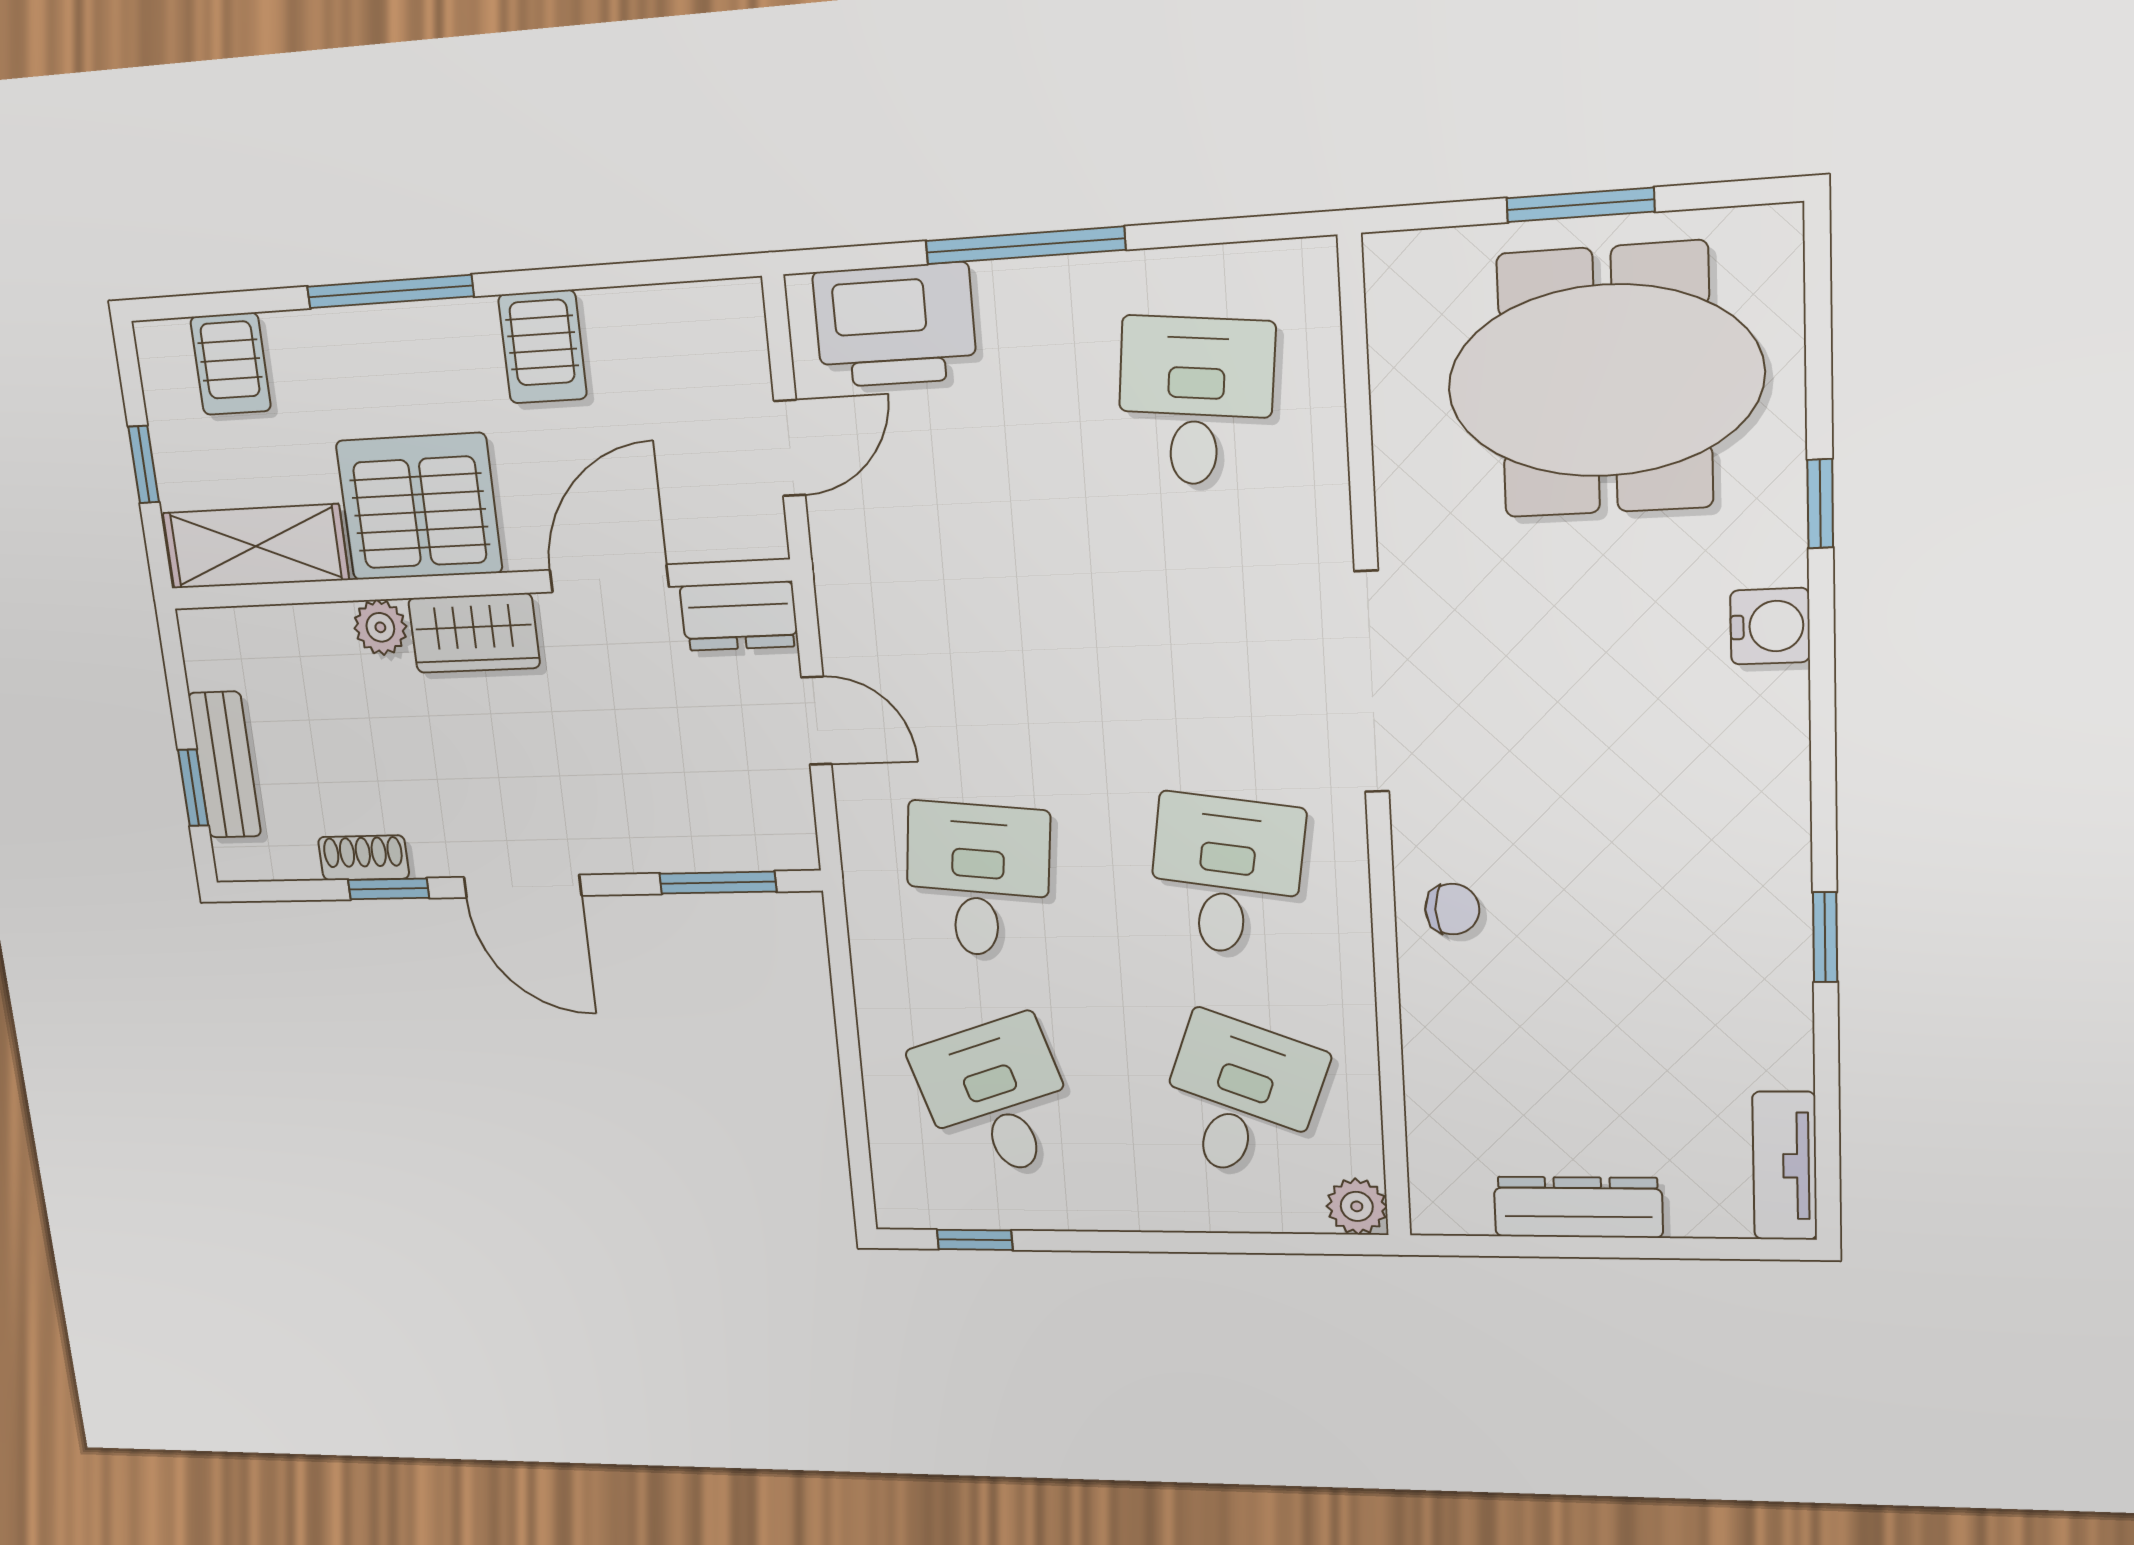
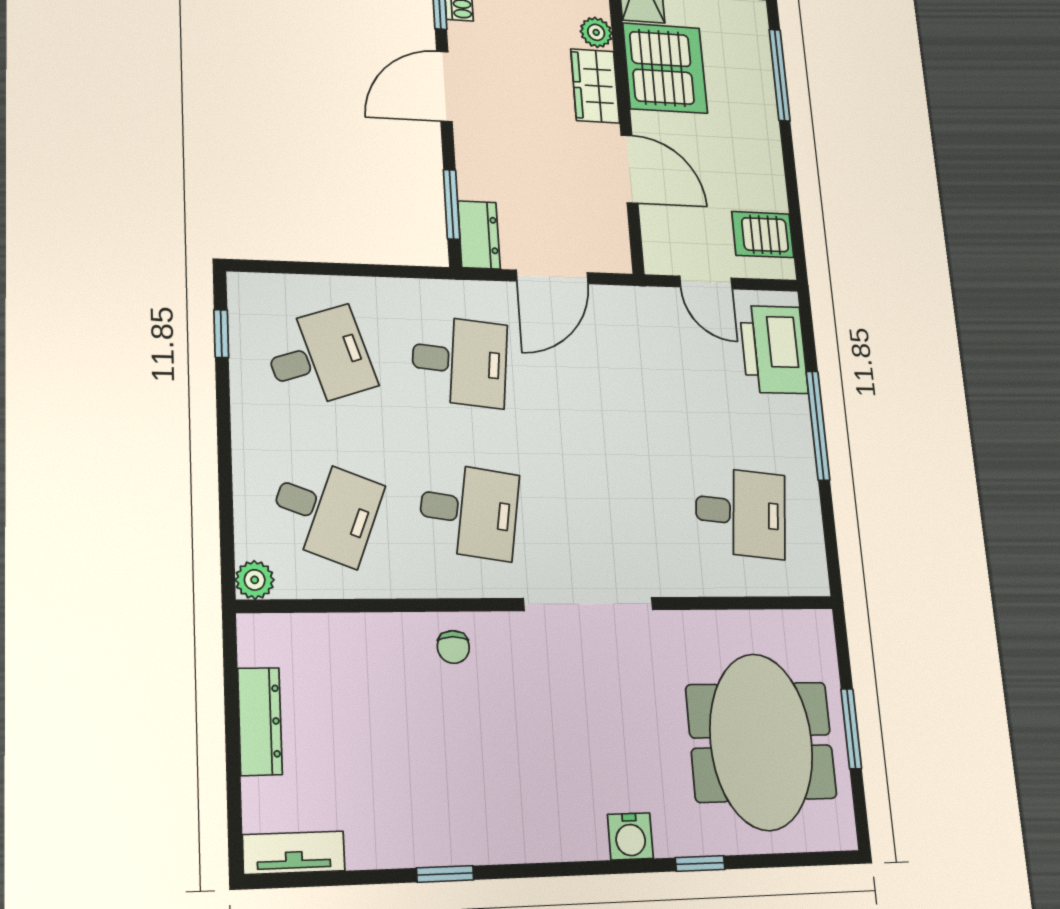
server rack: (543, 347) -> (763, 235), moved
dresser: (739, 616) -> (479, 235), moved, turned 180
door: (816, 721) -> (552, 277), width x1.38

